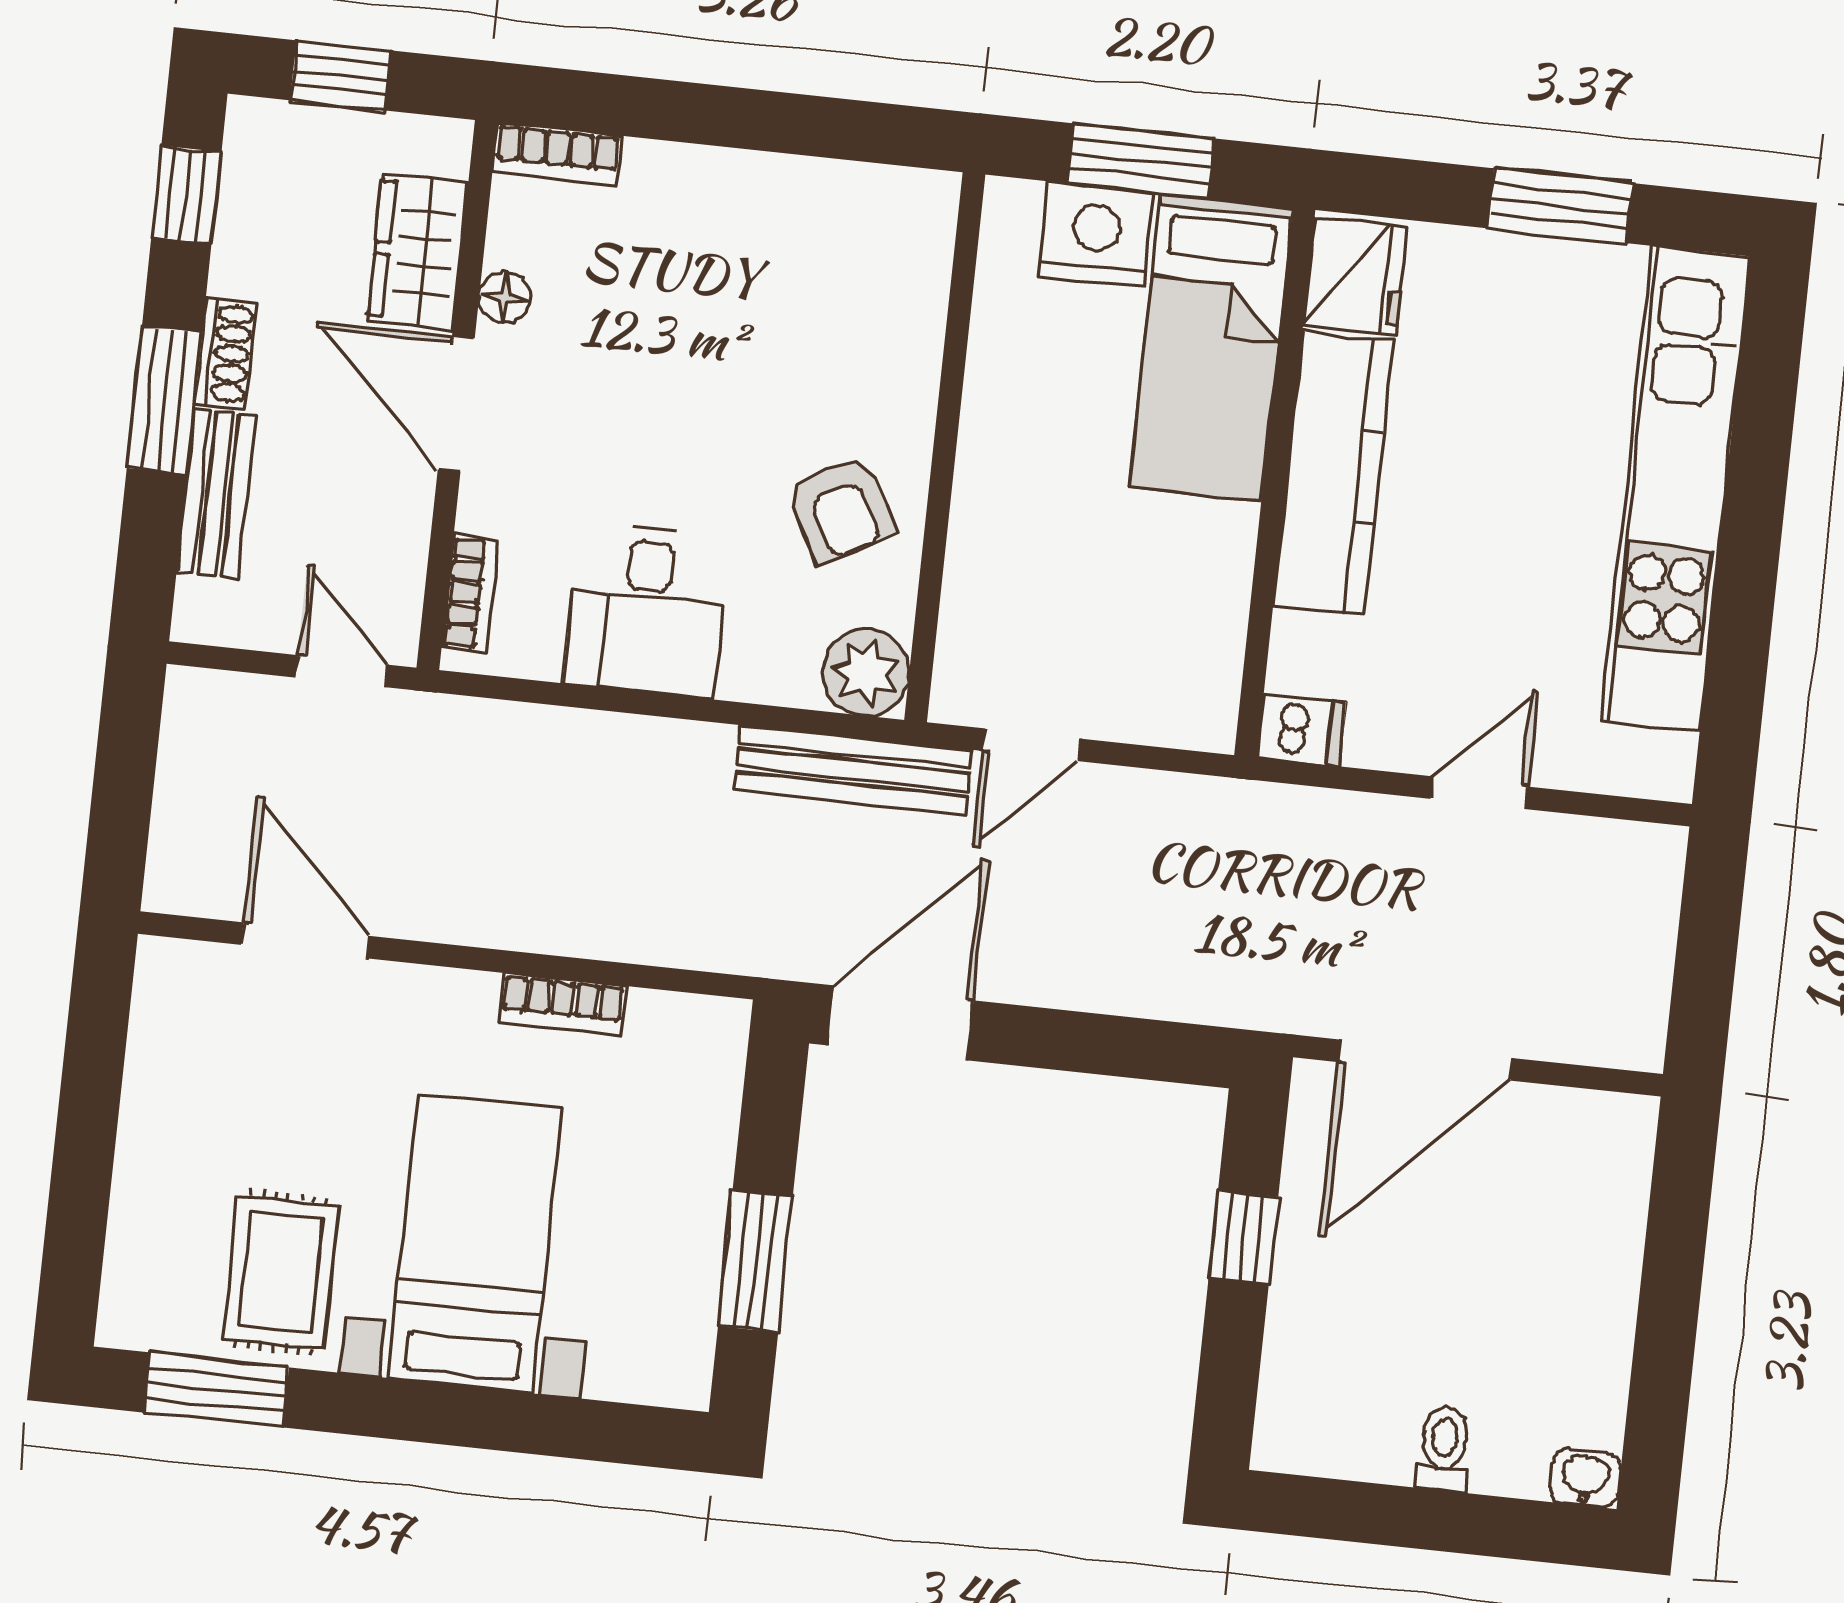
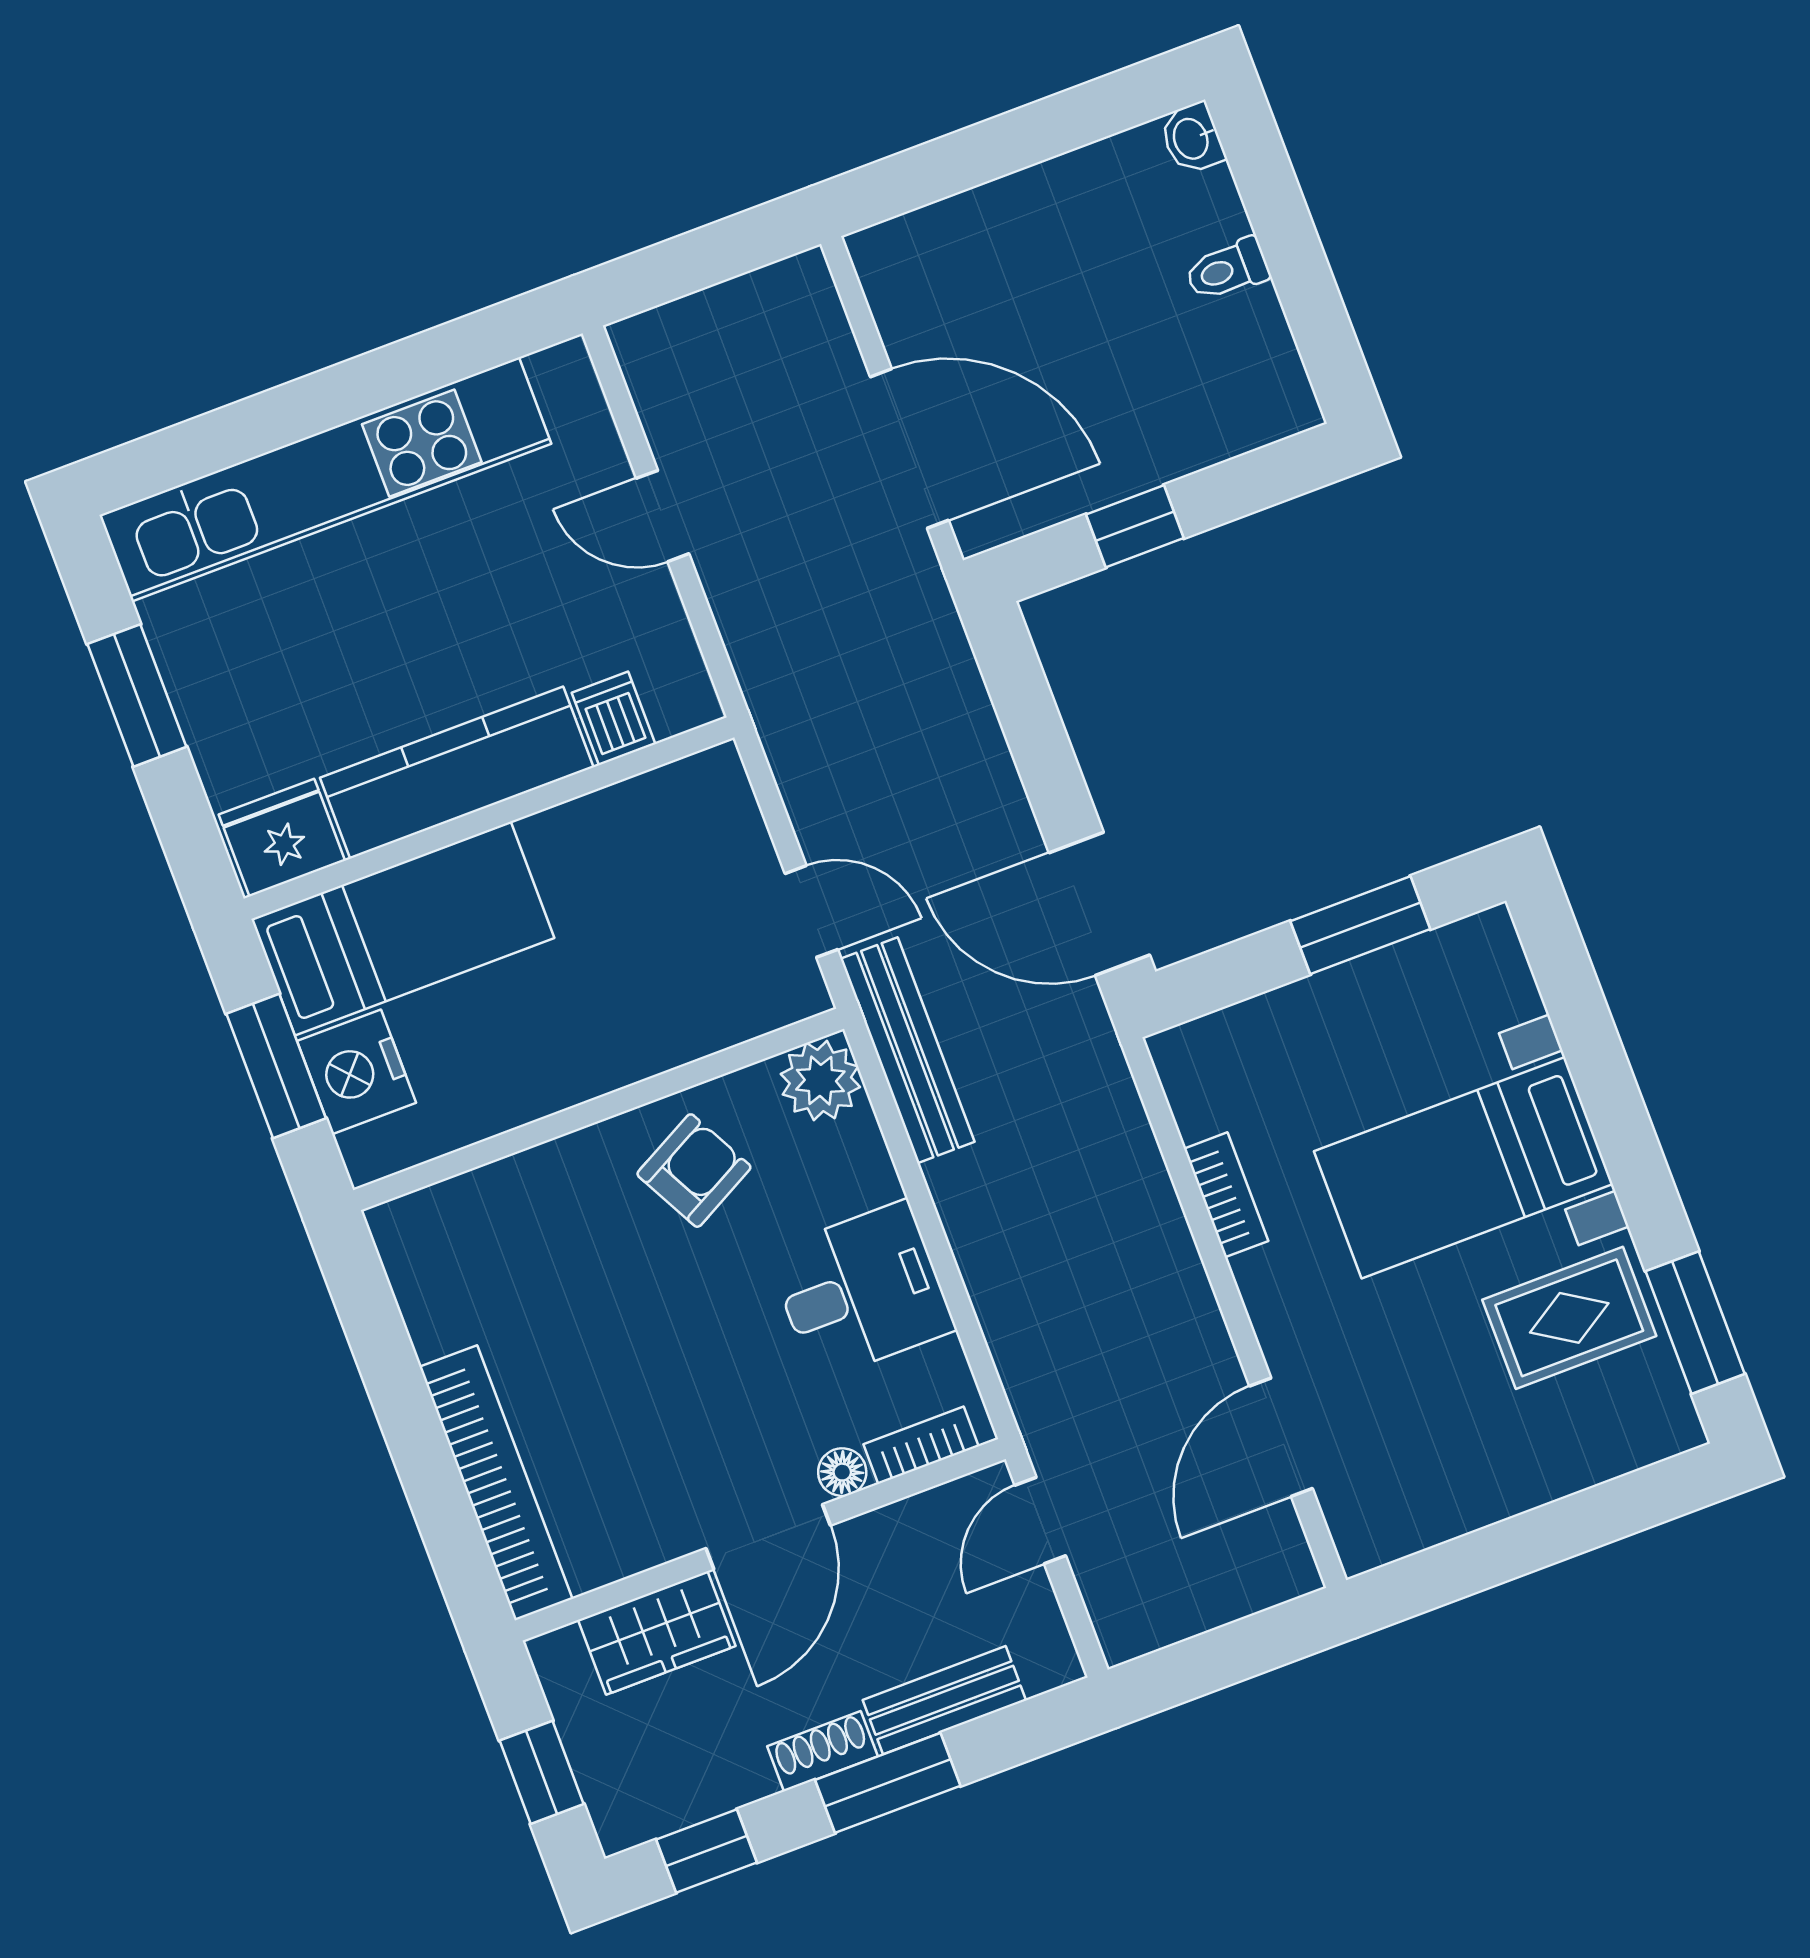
bookcase: (557, 154) -> (496, 1483), width x2.31, depth x1.31
floor lamp: (505, 297) -> (842, 1472), moved
dishwasher: (1301, 730) -> (614, 718), moved

